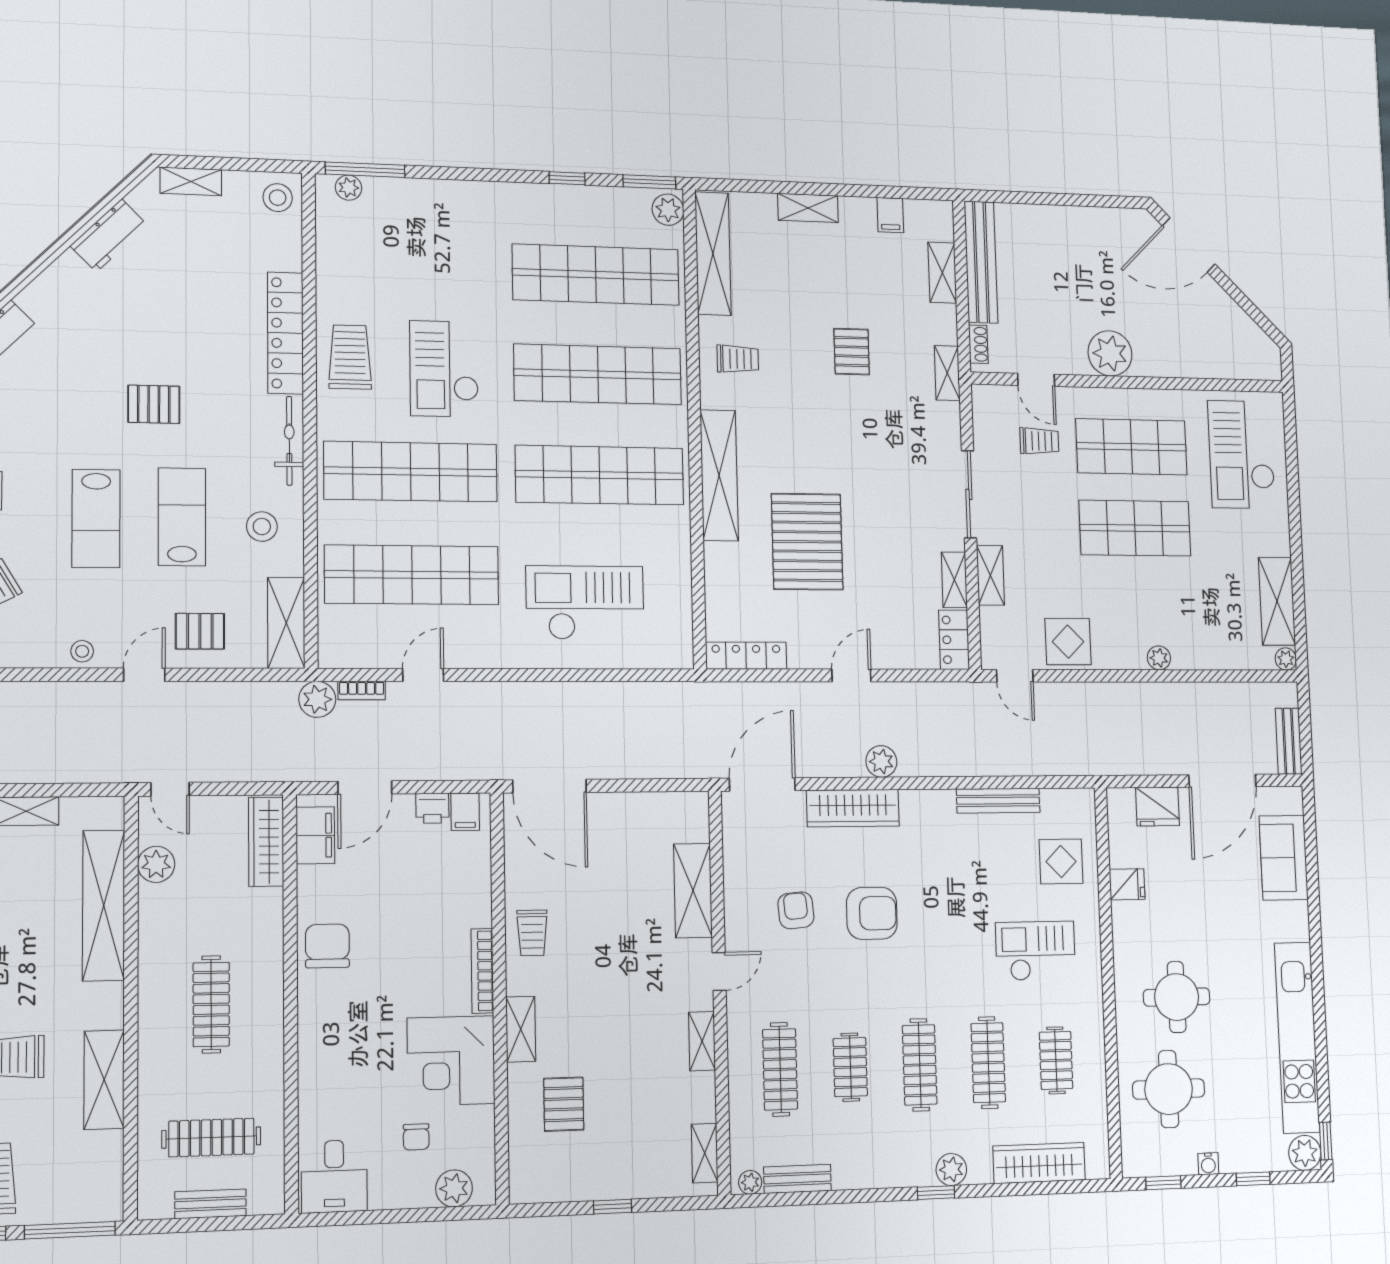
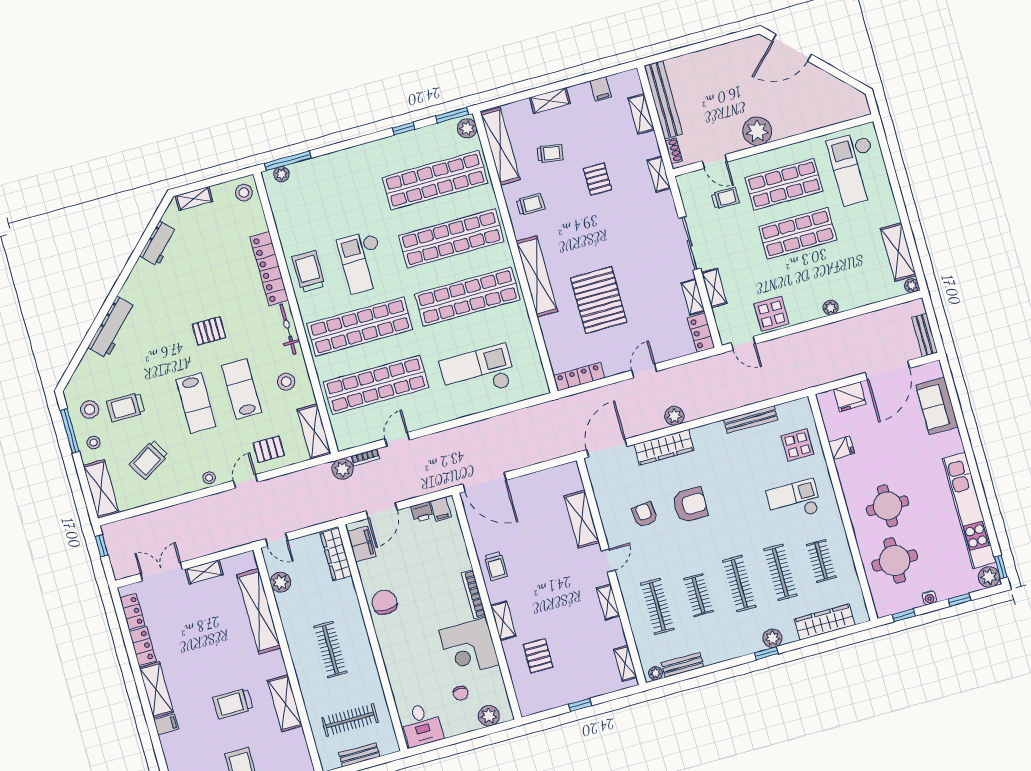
trolley: (788, 289) -> (550, 153), added

